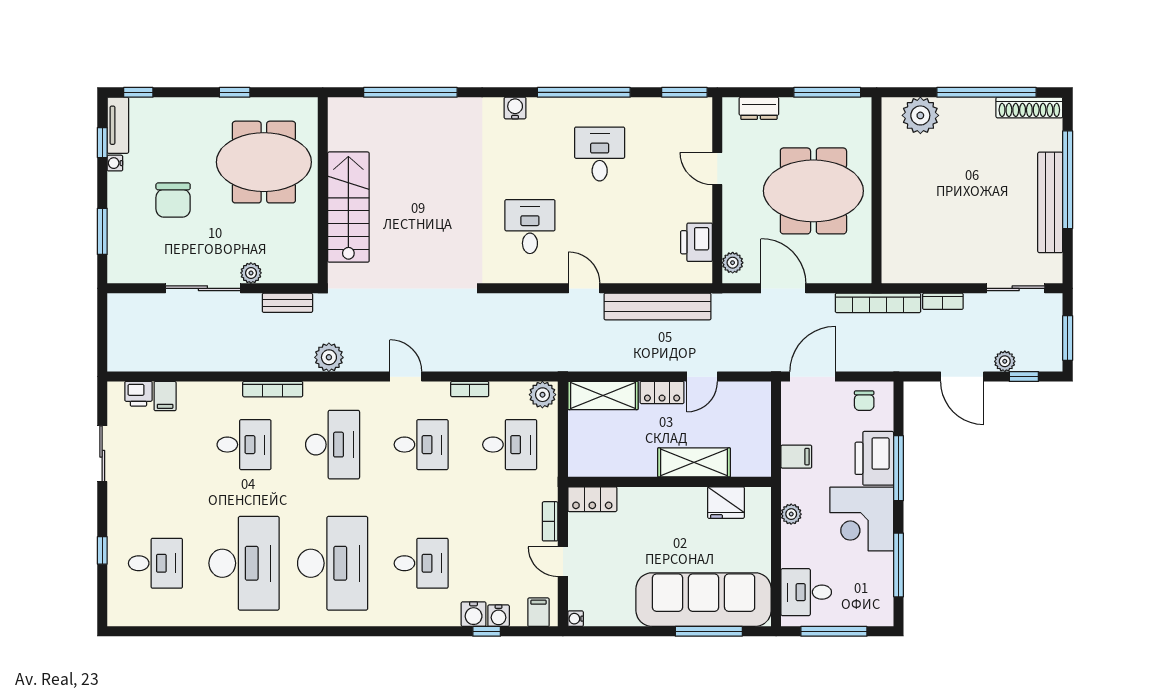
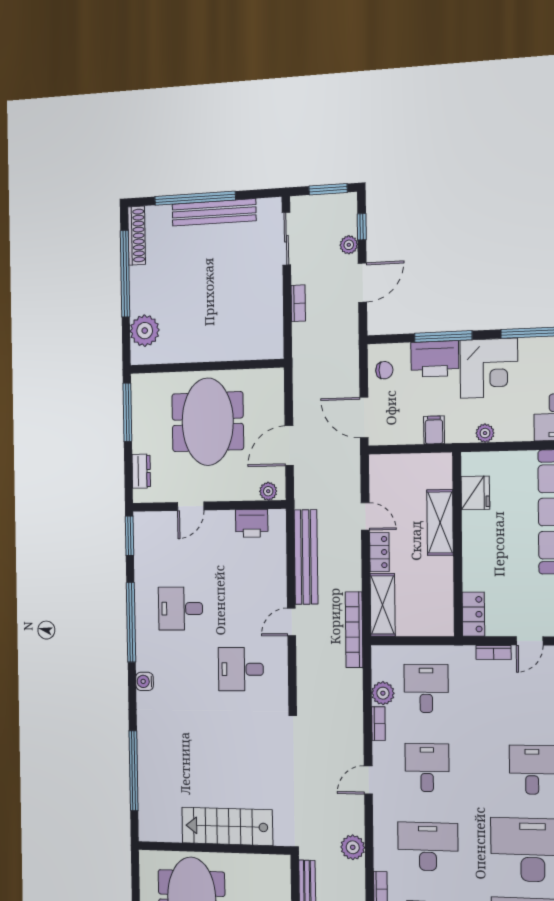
bookcase: (878, 303) -> (354, 630), moved, turned 180
plant: (542, 395) -> (383, 693), moved

